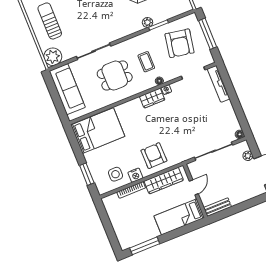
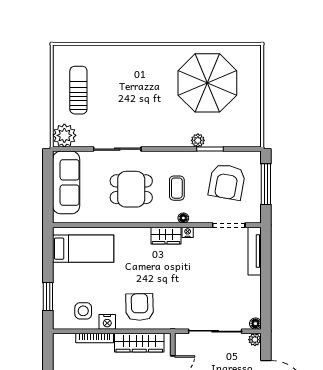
bed: (98, 131) -> (83, 249), width x0.67
plant: (248, 156) -> (255, 340), moved

